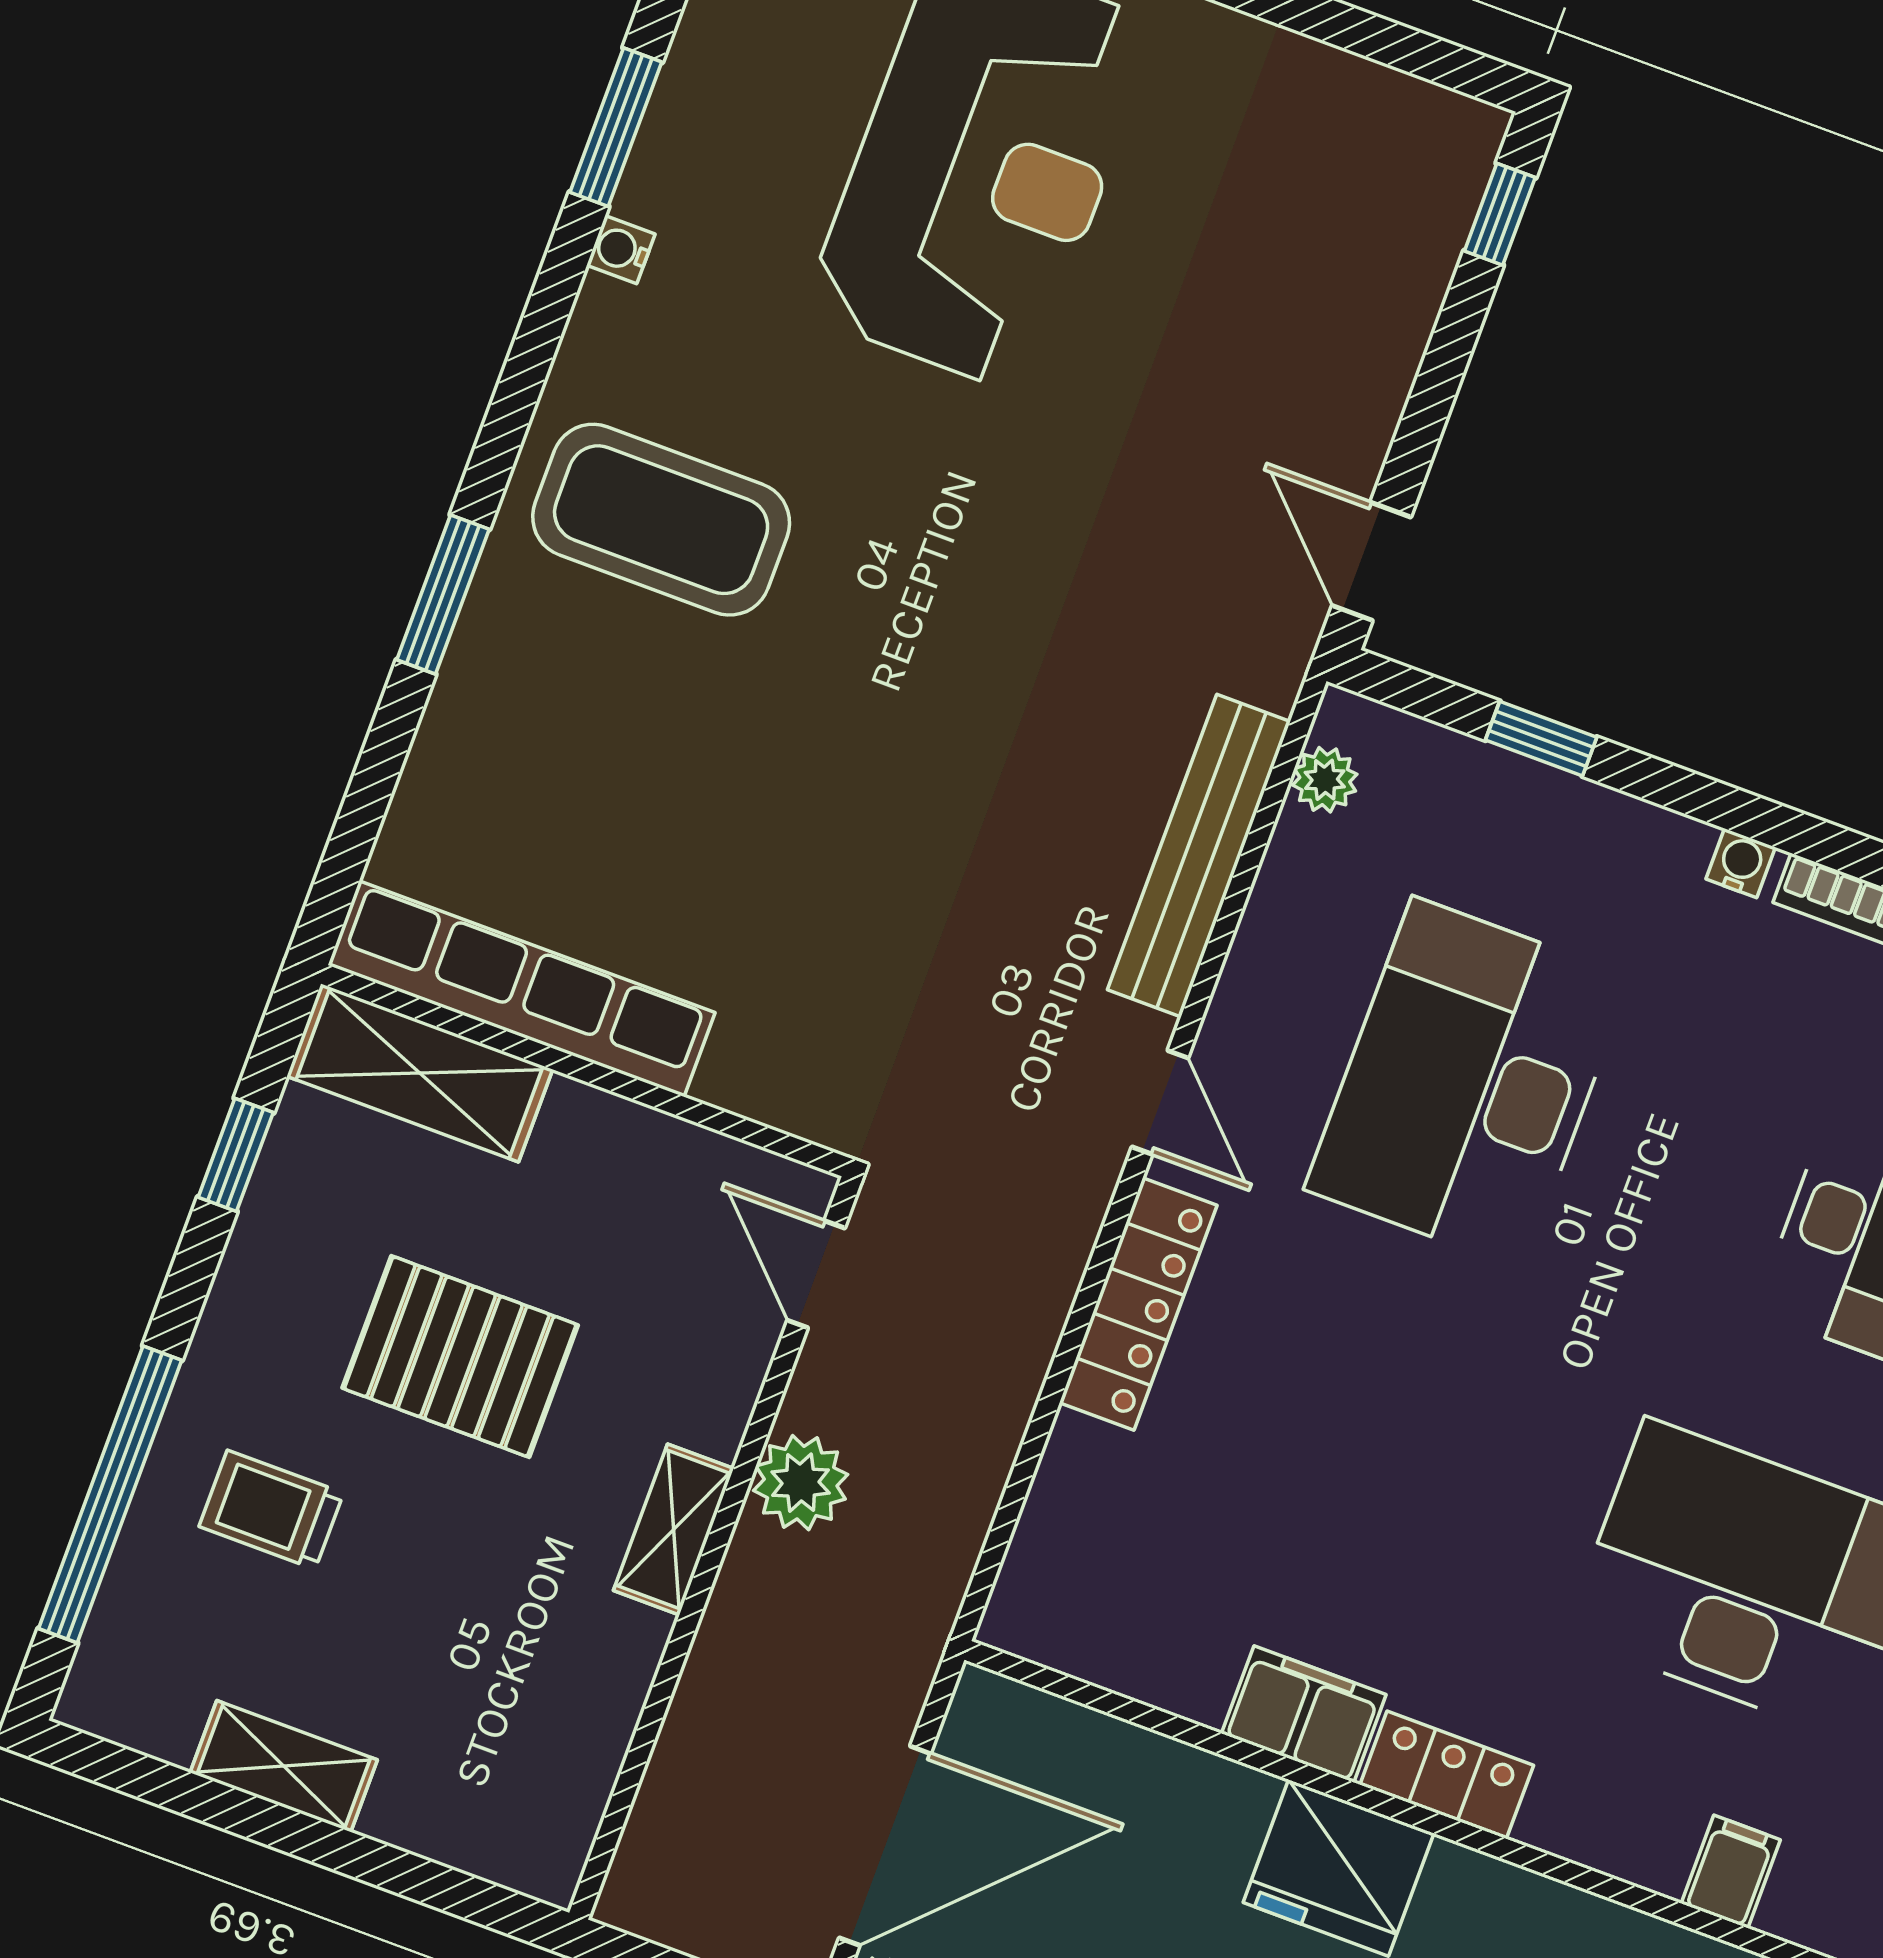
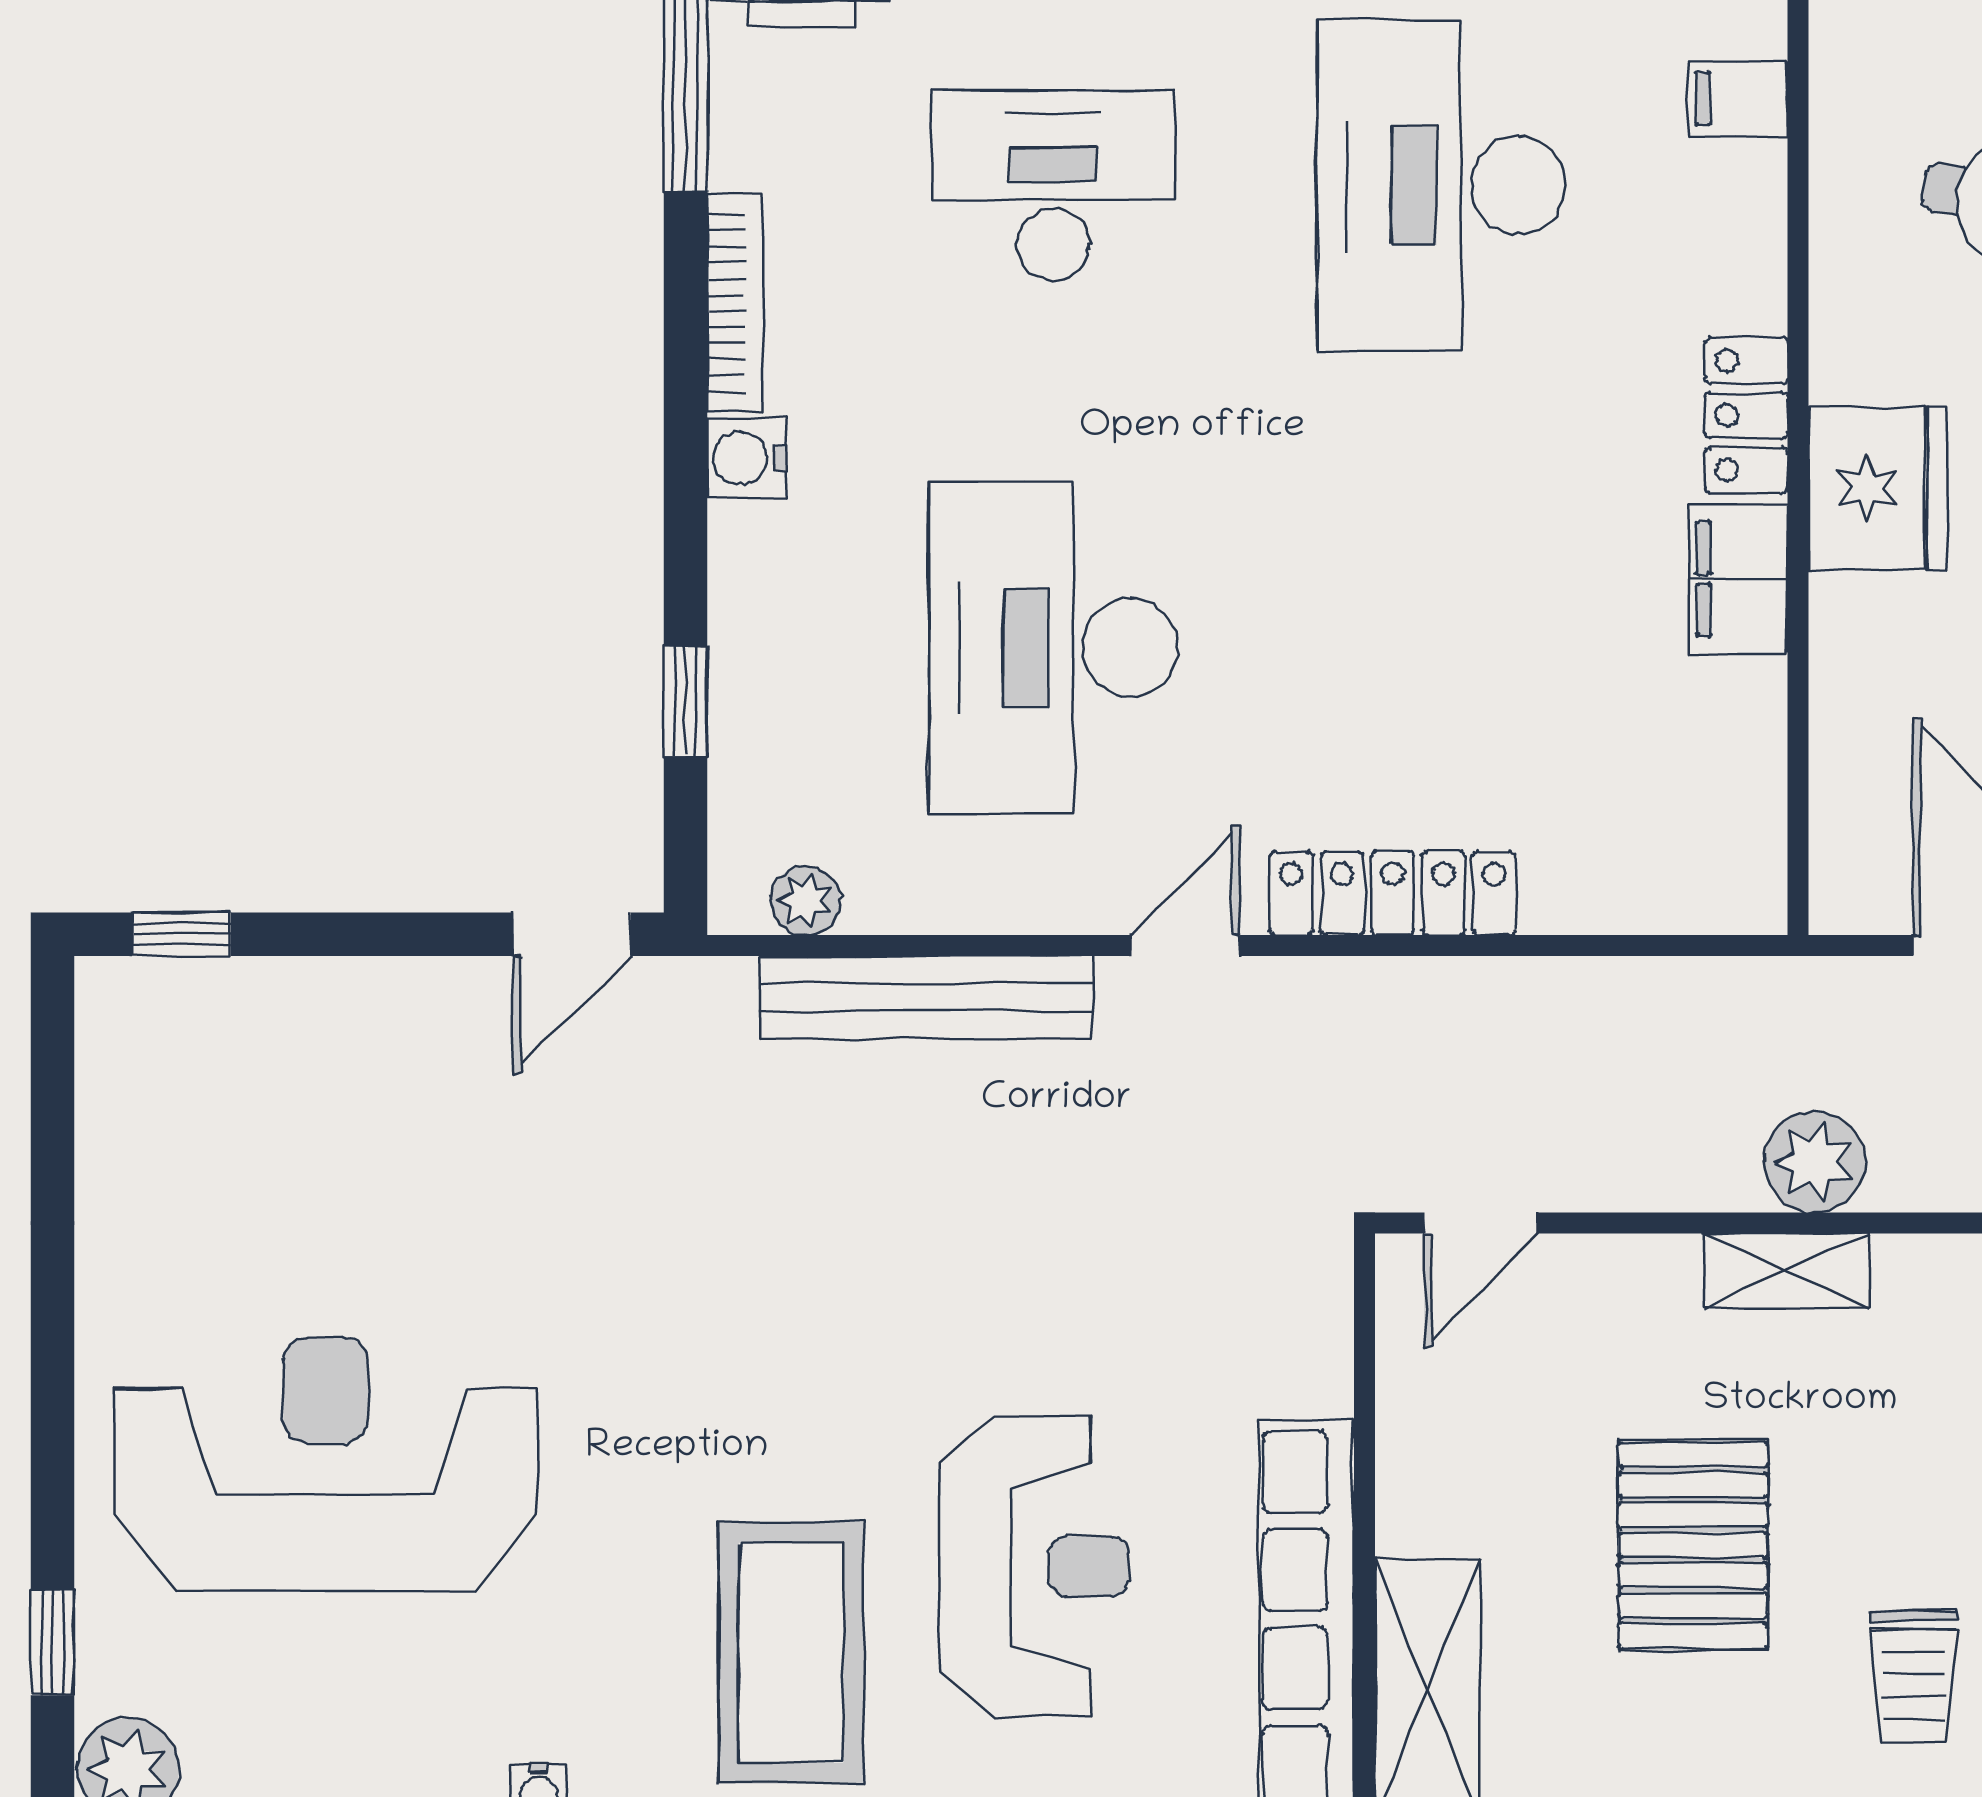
reception desk: (658, 764) -> (1034, 1567), added
water cooler: (1741, 863) -> (747, 458), width x1.38, depth x1.38
desk: (1468, 1083) -> (1053, 648), turned 90
plant: (801, 1483) -> (1815, 1162), moved

